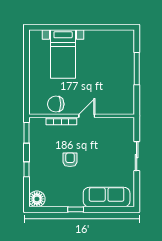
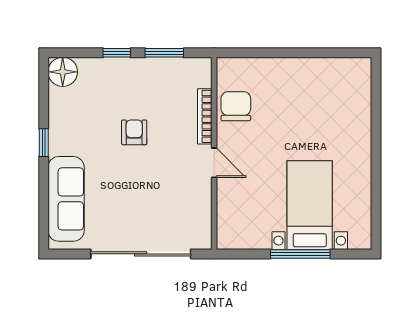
bed with nightstands: (63, 54) -> (310, 205), moved, turned 90
window: (26, 133) -> (164, 53), moved
sliding door: (137, 156) -> (141, 254), width x1.86
armchair: (70, 160) -> (134, 132), turned -90

